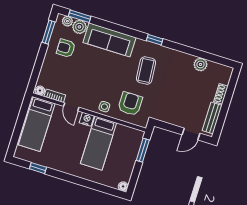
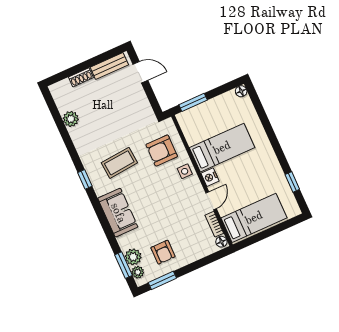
sofa: (110, 40) -> (118, 213), width x0.73

